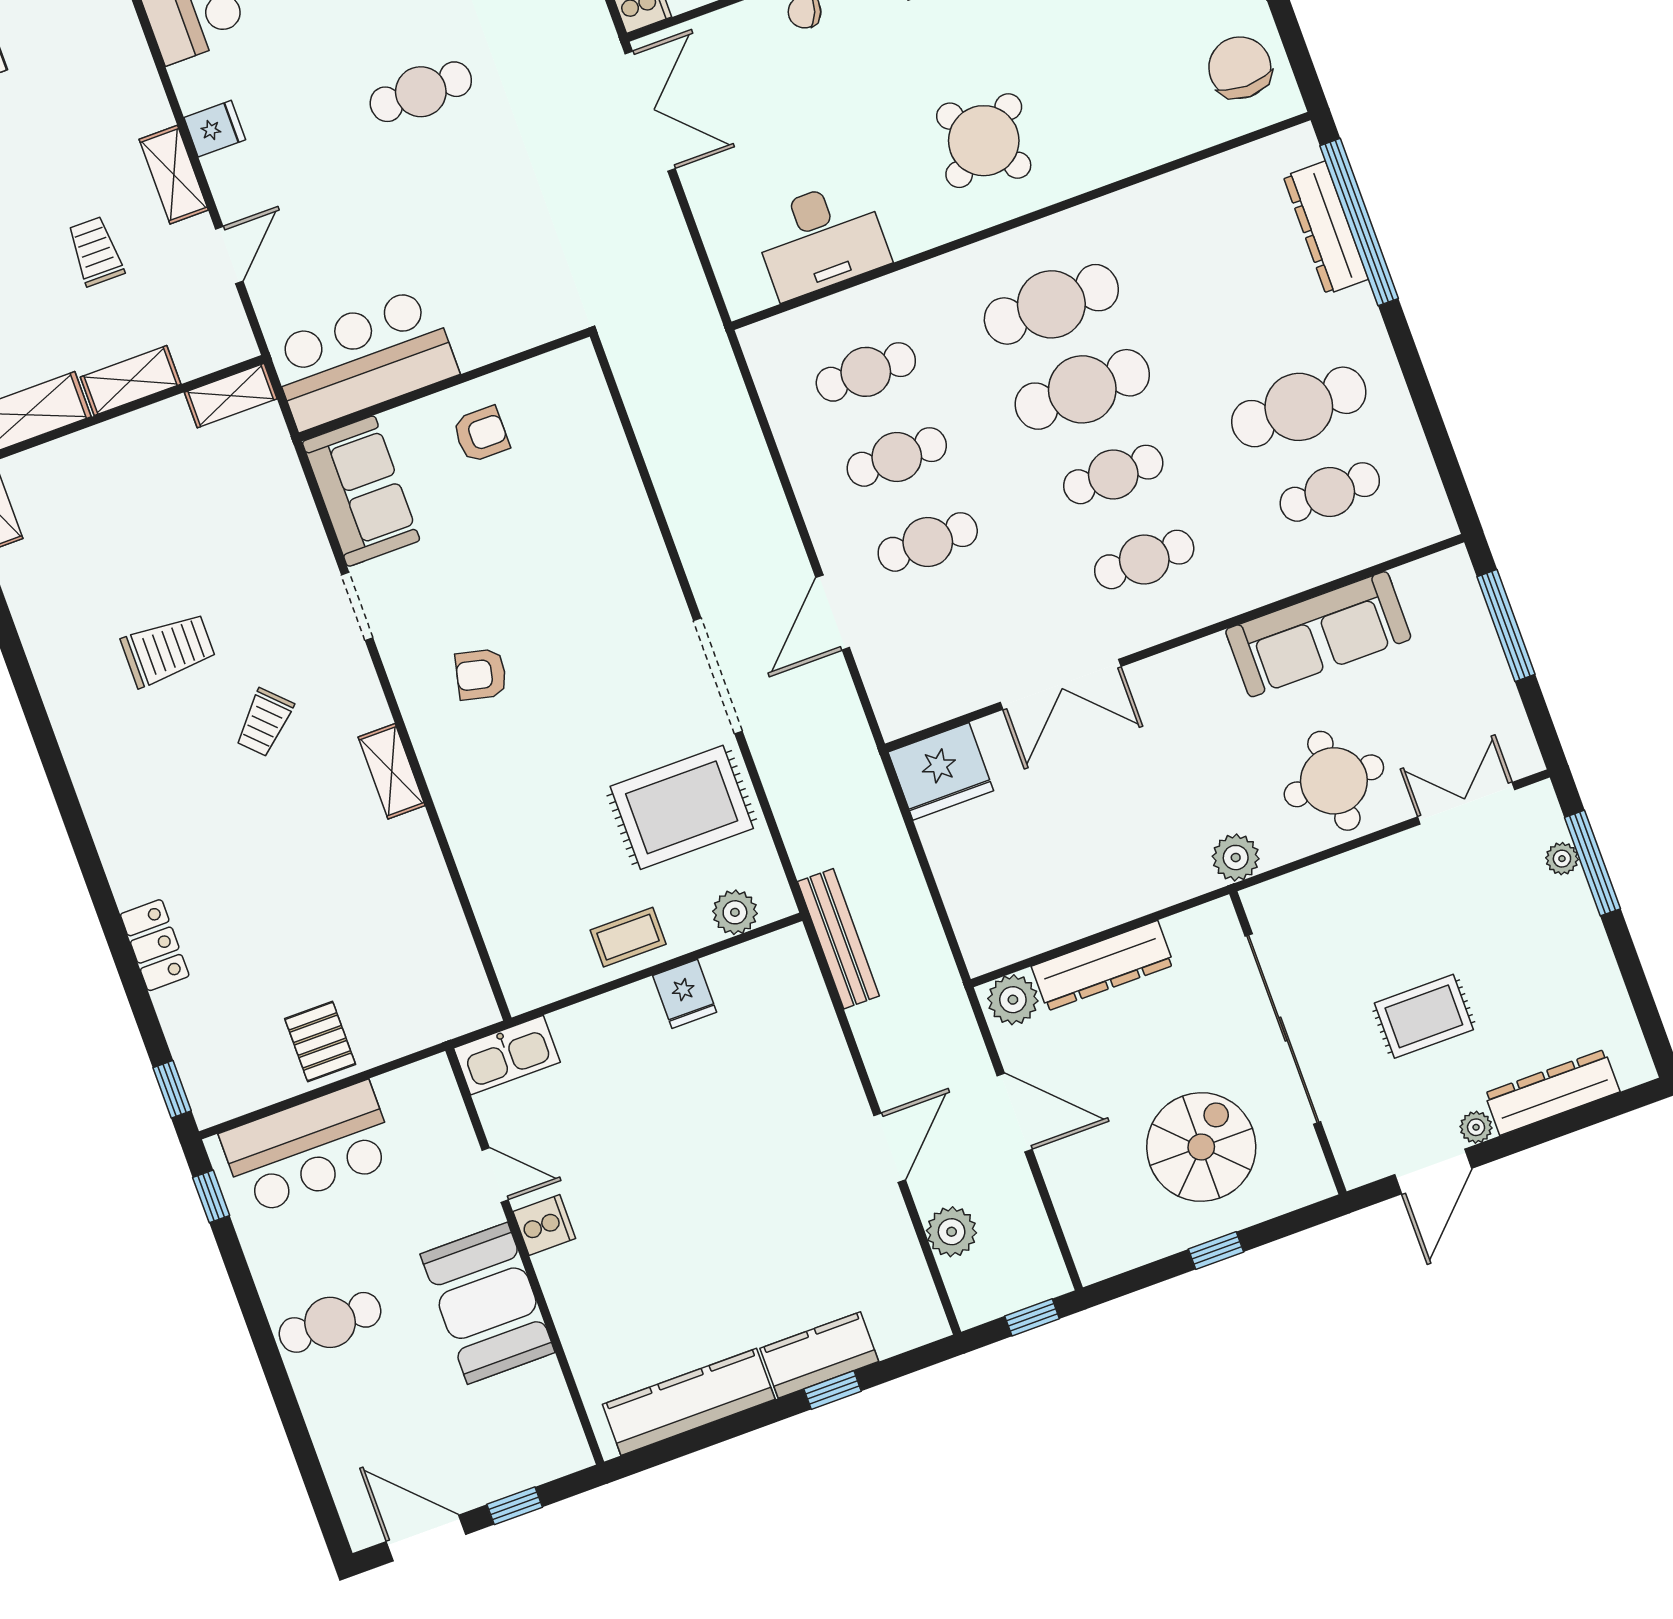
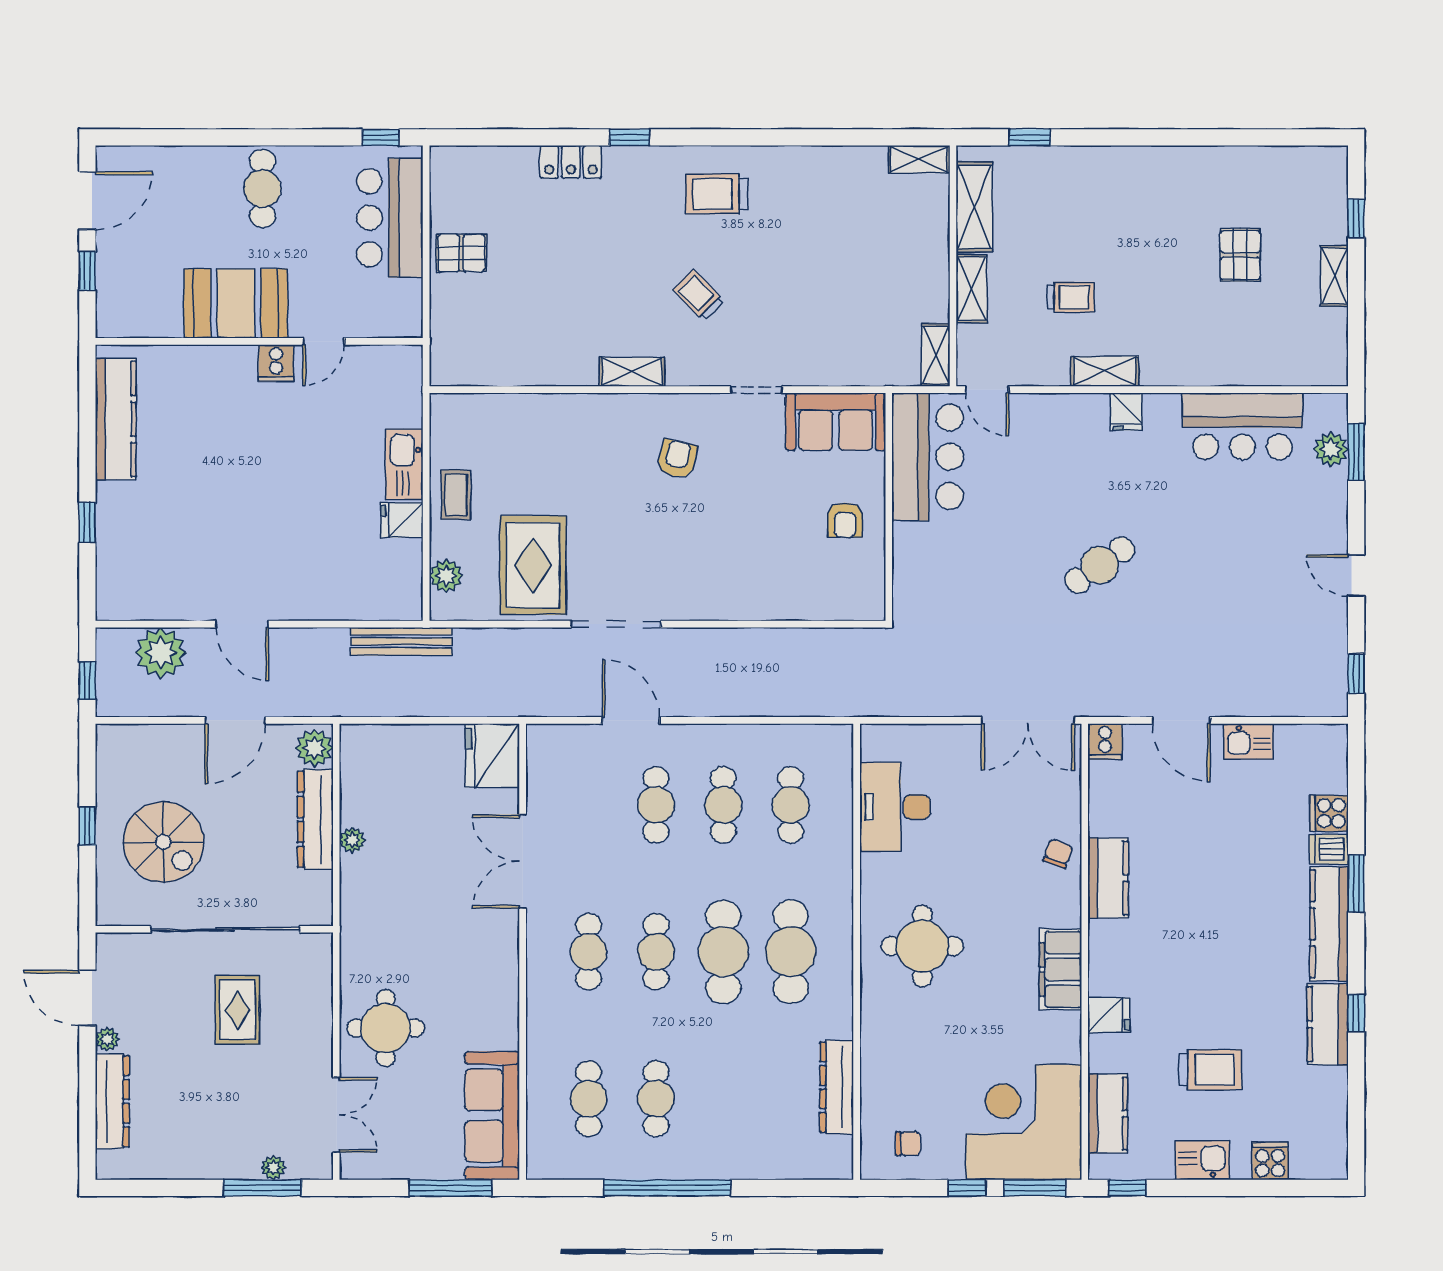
chair: (1240, 68) -> (908, 1144), width x0.54, depth x0.54
cafe table: (421, 92) -> (1100, 565), turned 55
round table: (984, 141) -> (922, 946), turned 34
window: (1359, 222) -> (667, 1188), moved
dresser: (1326, 228) -> (837, 1087), moved, turned -90
door: (229, 255) -> (987, 390), moved
cafe table: (1299, 407) -> (656, 1099), width x0.73, depth x0.74
sofa: (1318, 634) -> (492, 1116), moved
trolley: (168, 650) -> (717, 194), moved, turned 90
plant: (1236, 858) -> (352, 840), moved, width x0.73, depth x0.73
rug: (1424, 1016) -> (237, 1010), moved
kitchen sink: (507, 1055) -> (404, 464), moved
window: (172, 1089) -> (630, 137), moved
plant: (952, 1232) -> (161, 653), width x1.36, depth x1.36
kitchen counter: (819, 1355) -> (115, 522), removed

